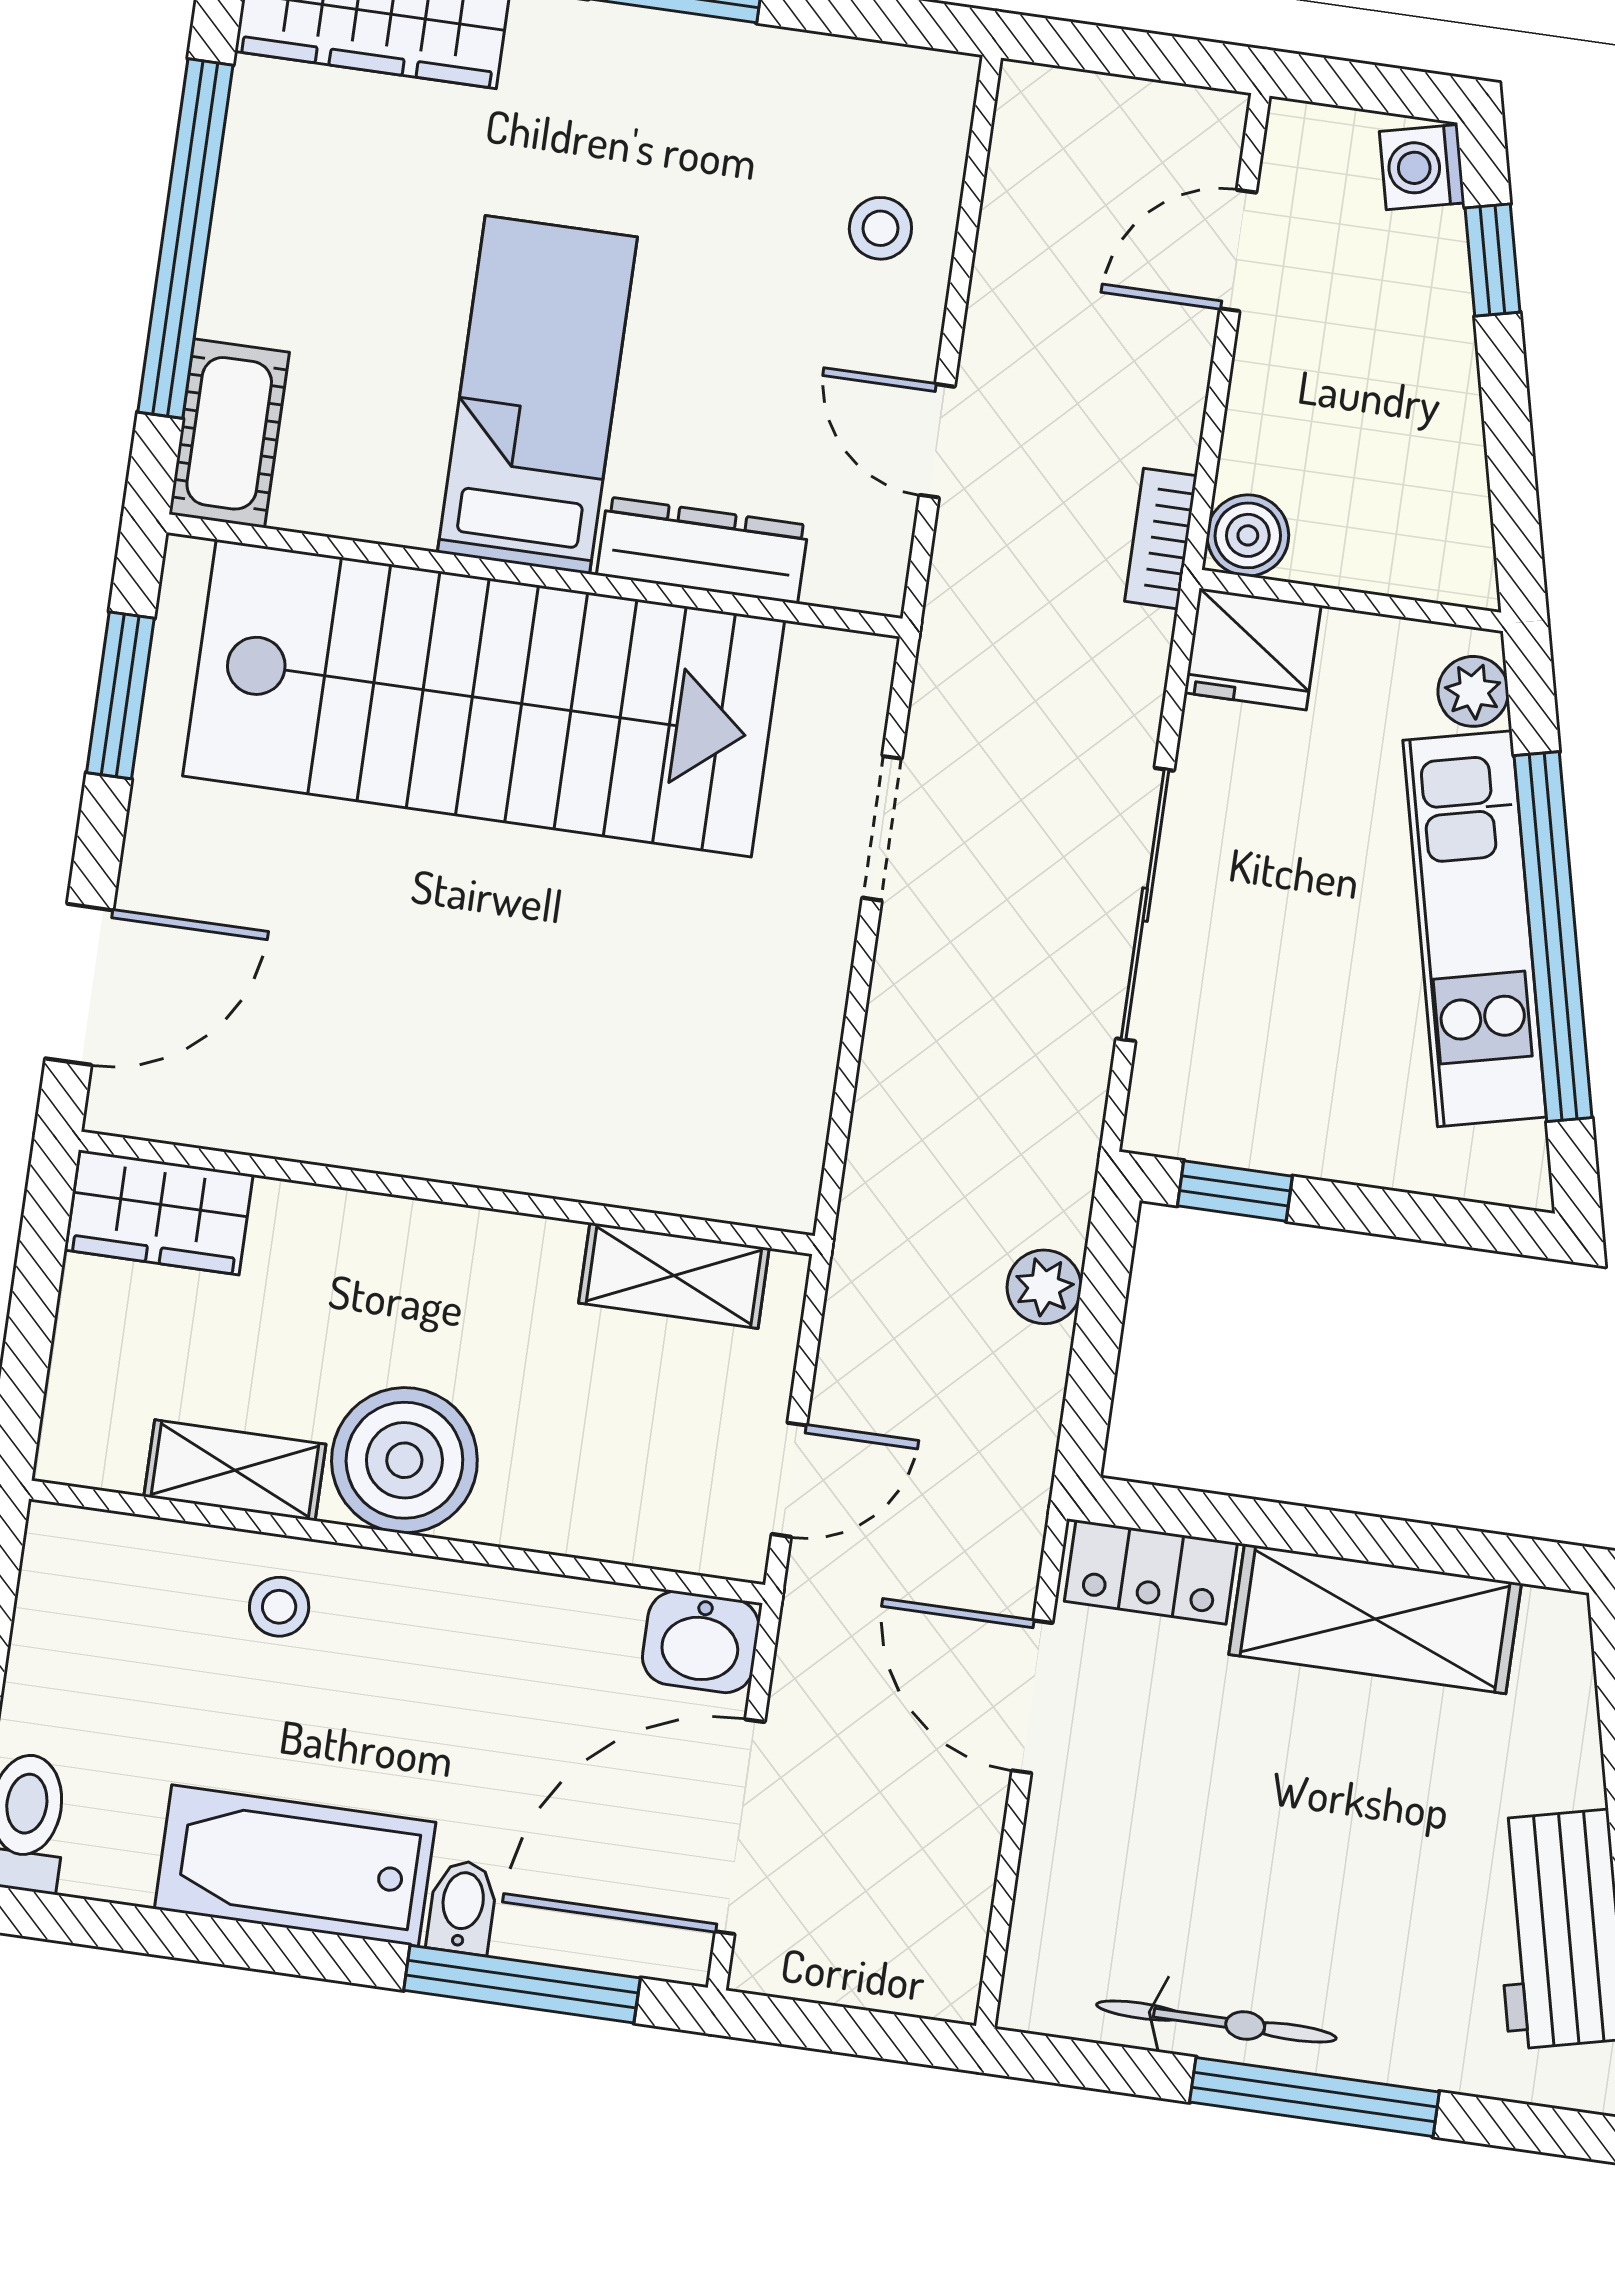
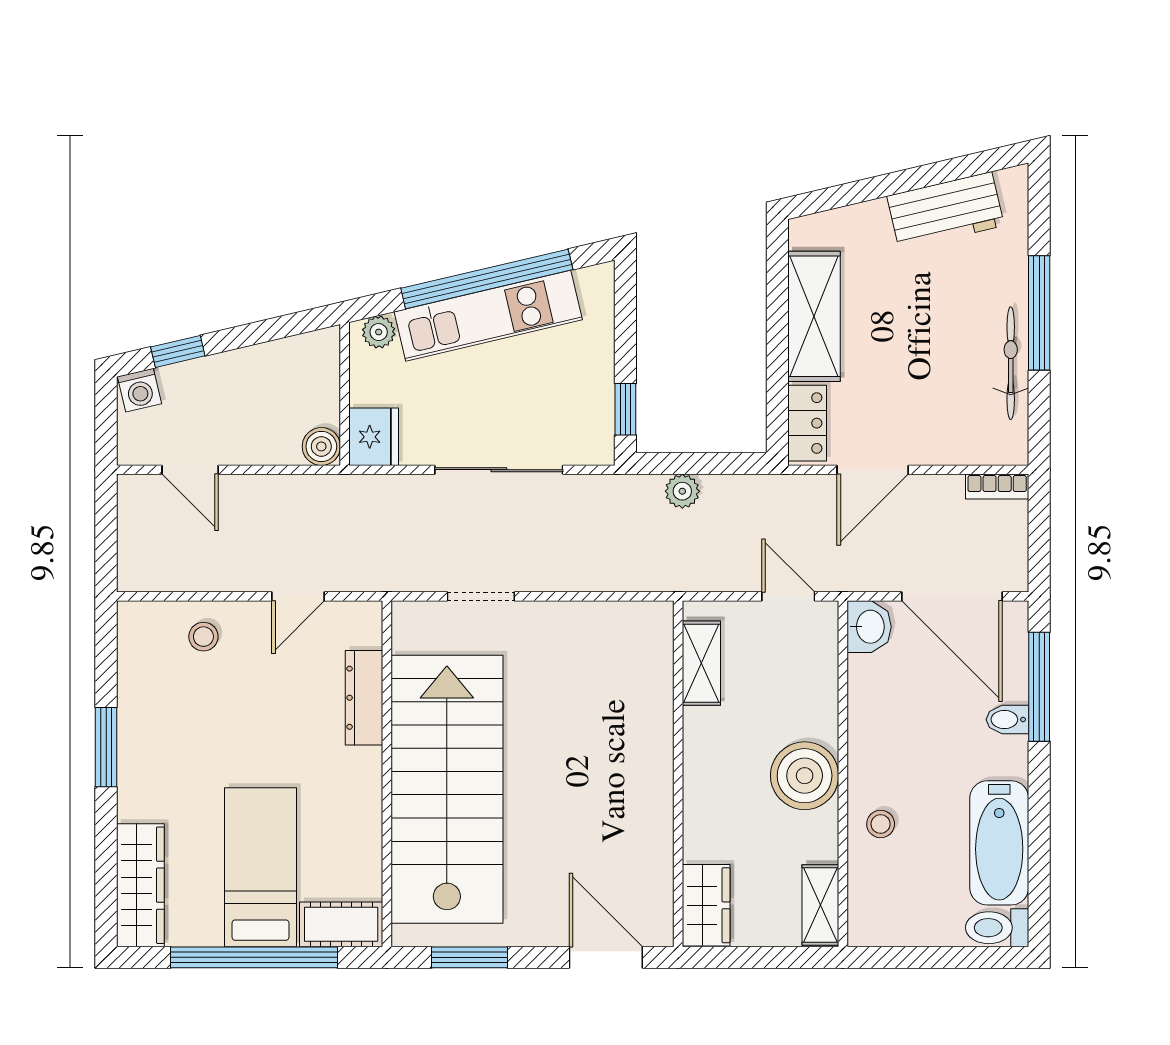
bed: (537, 395) -> (260, 867), moved, turned 90
bookcase: (1161, 539) -> (997, 487), moved
shelving: (235, 1470) -> (820, 905), moved
bathtub: (295, 1866) -> (999, 843), moved

